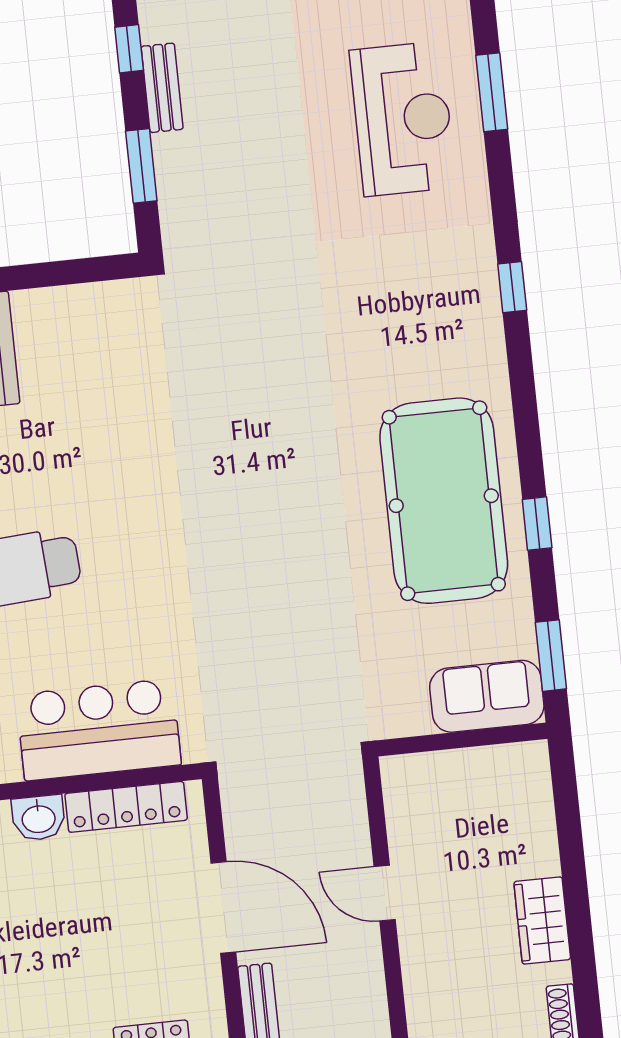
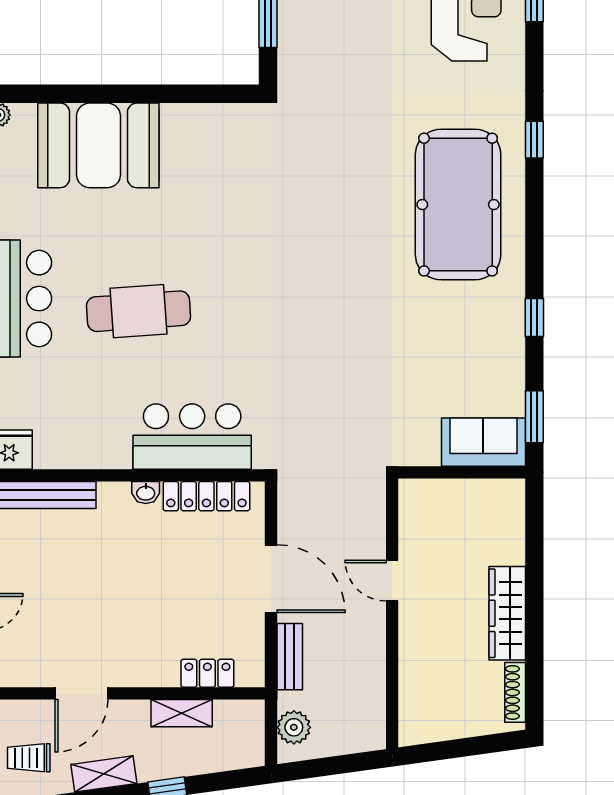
pool table: (444, 501) -> (458, 205), moved
washbasin: (38, 818) -> (146, 493), width x0.72, depth x0.69
wardrobe: (542, 921) -> (507, 613), width x1.50

